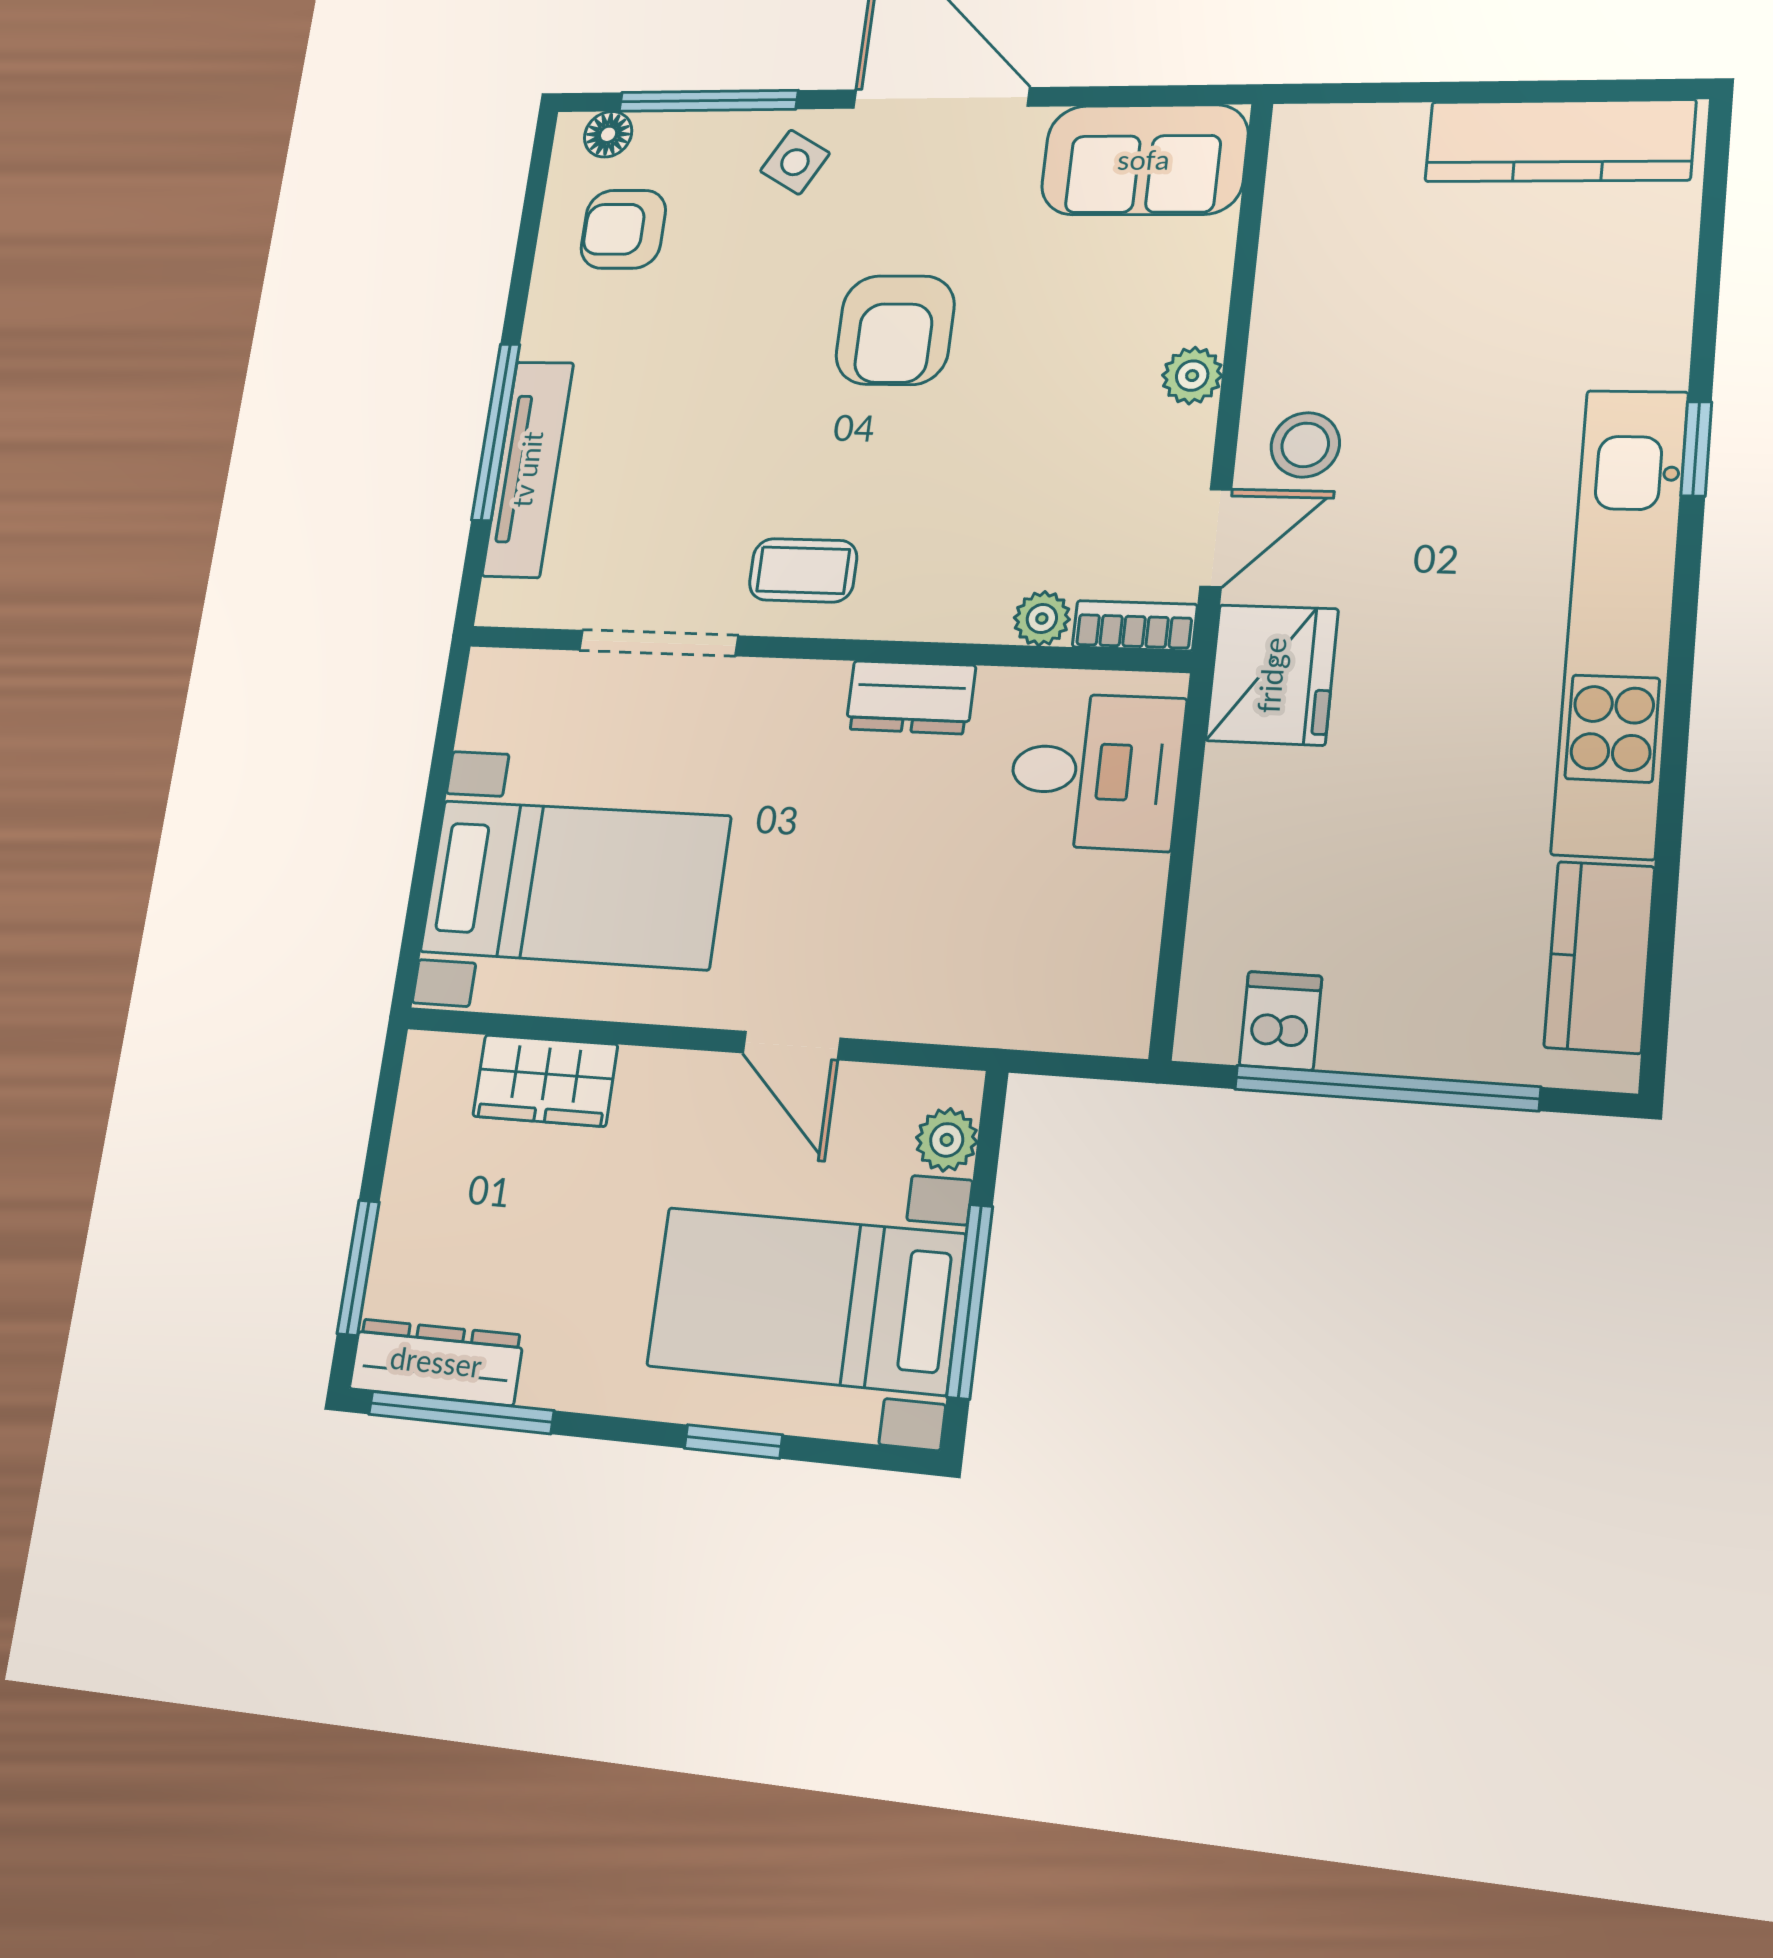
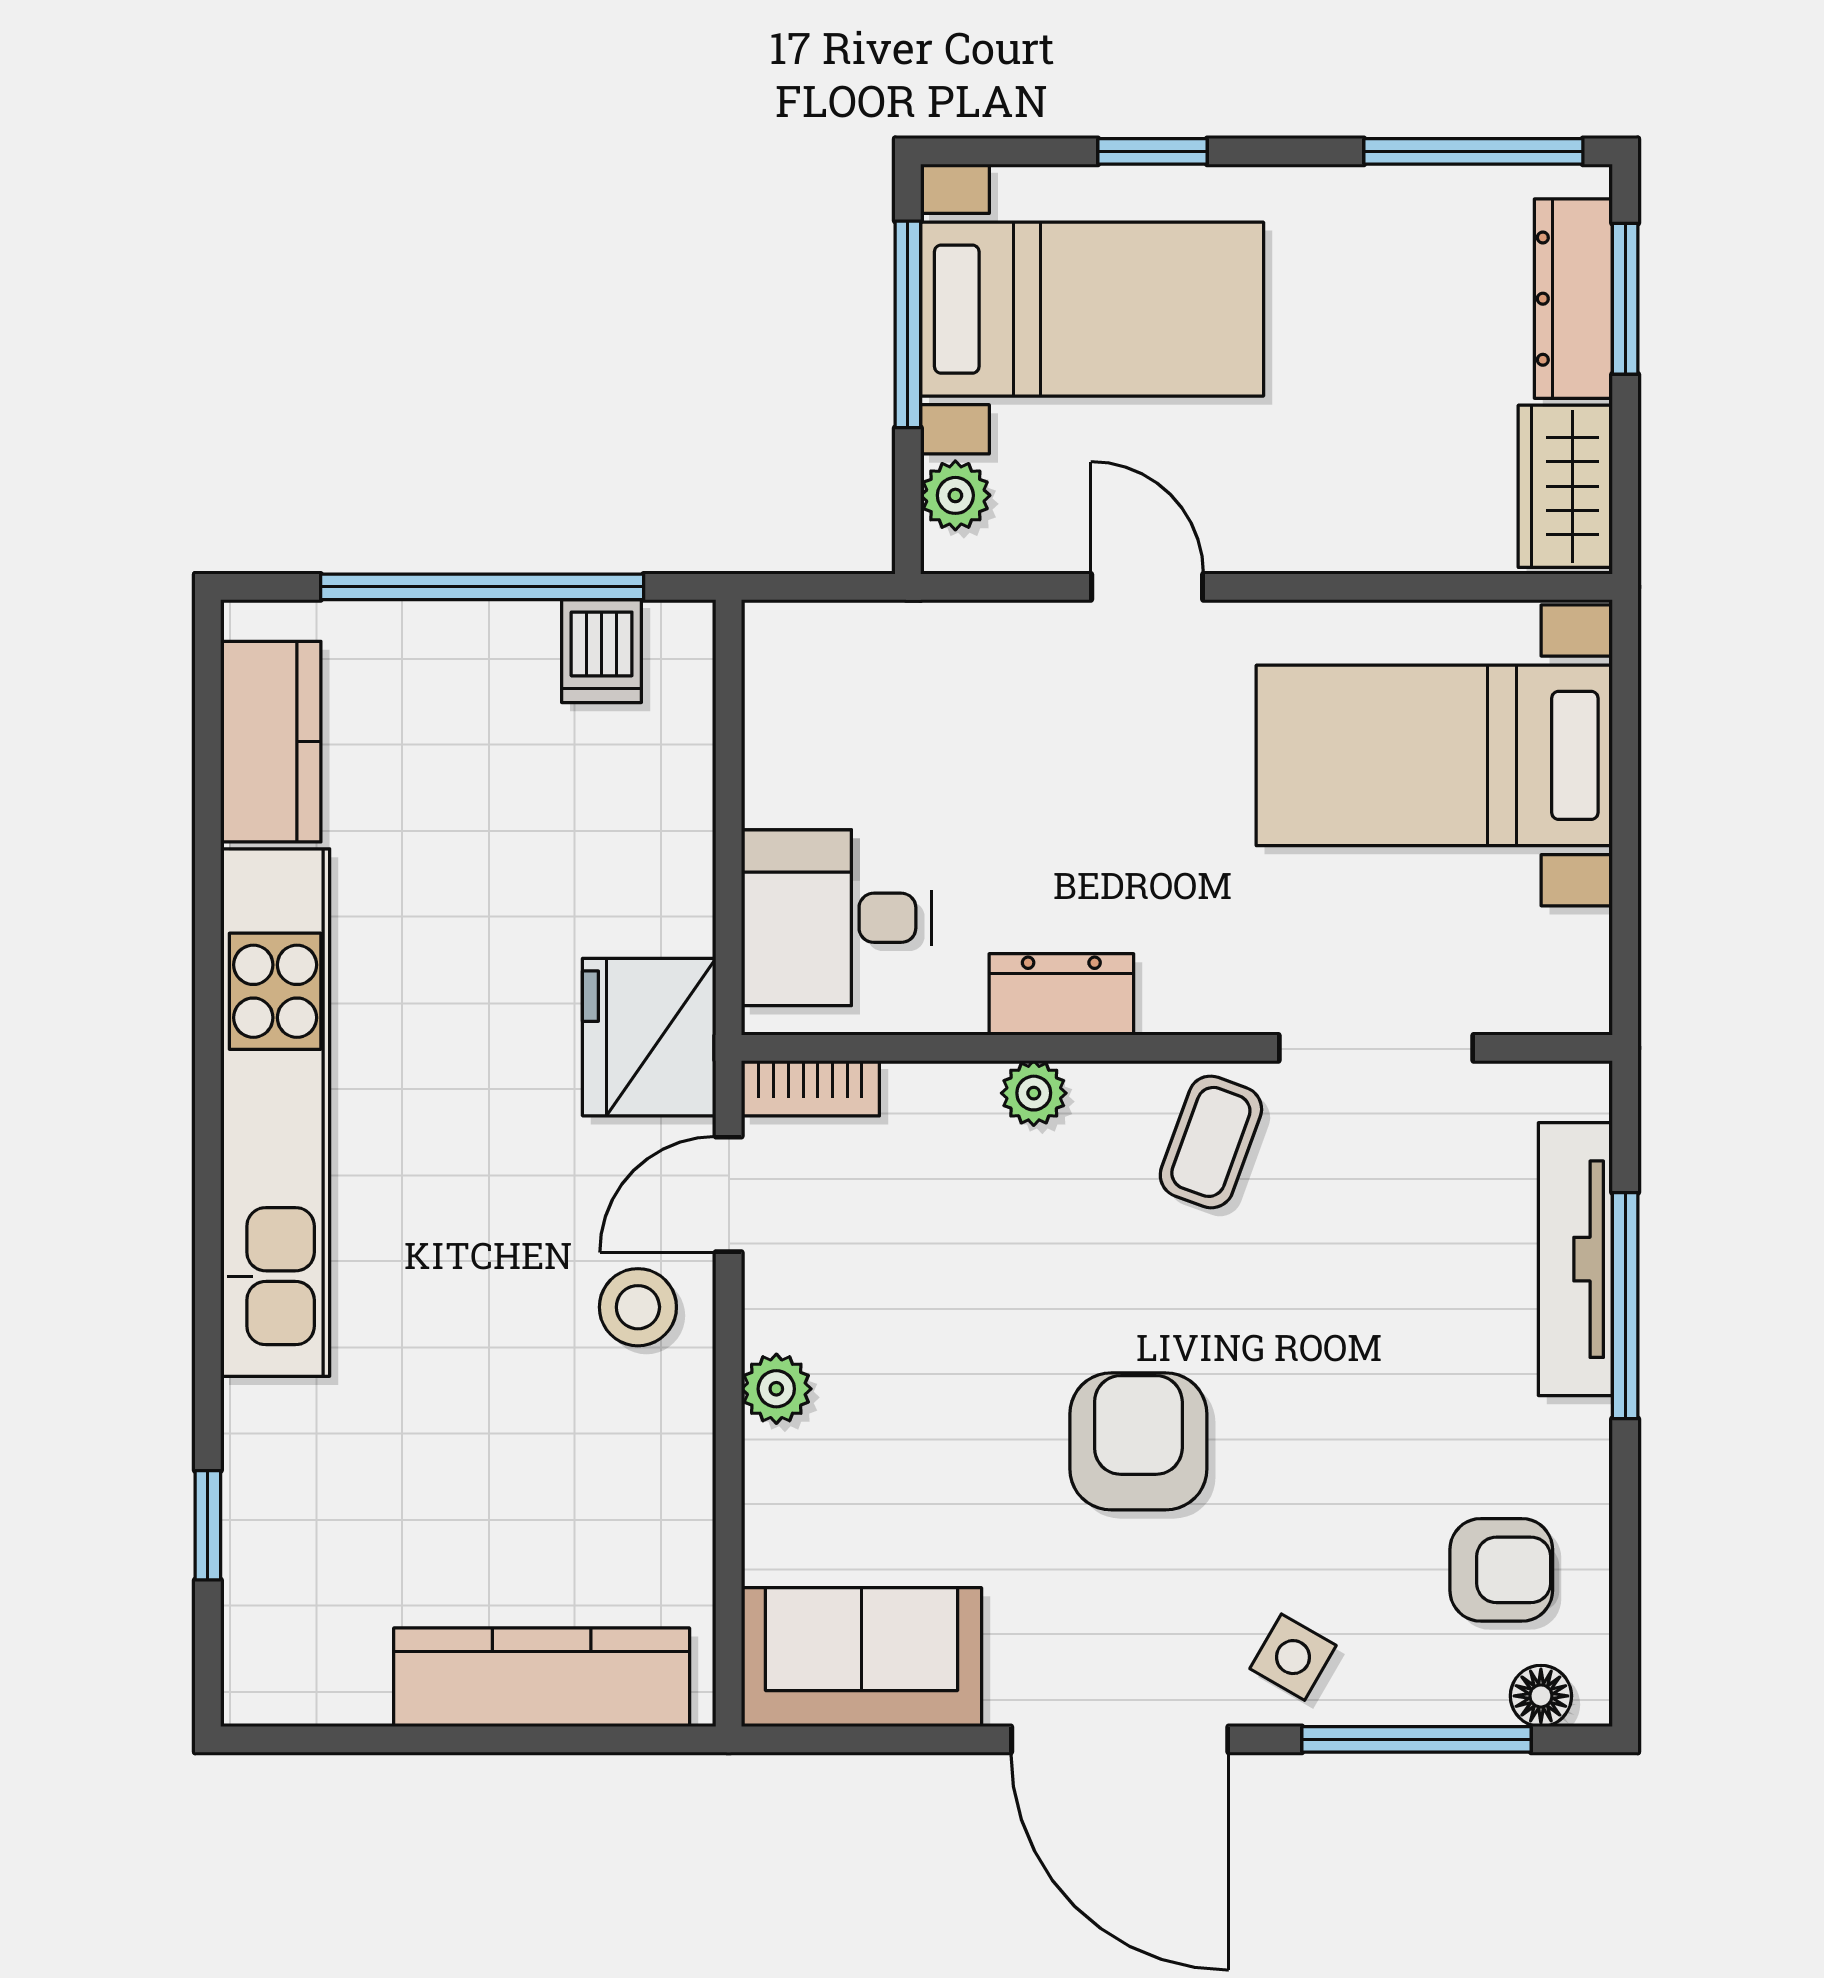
kitchen counter: (1560, 141) -> (542, 1677), moved
window: (1696, 449) -> (208, 1525), moved
coffee table: (803, 570) -> (1211, 1142), turned -70
plant: (1042, 619) -> (1034, 1093), moved
wardrobe: (545, 1080) -> (1565, 486), moved, turned -90
dresser: (436, 1362) -> (1573, 299), moved, turned 90

